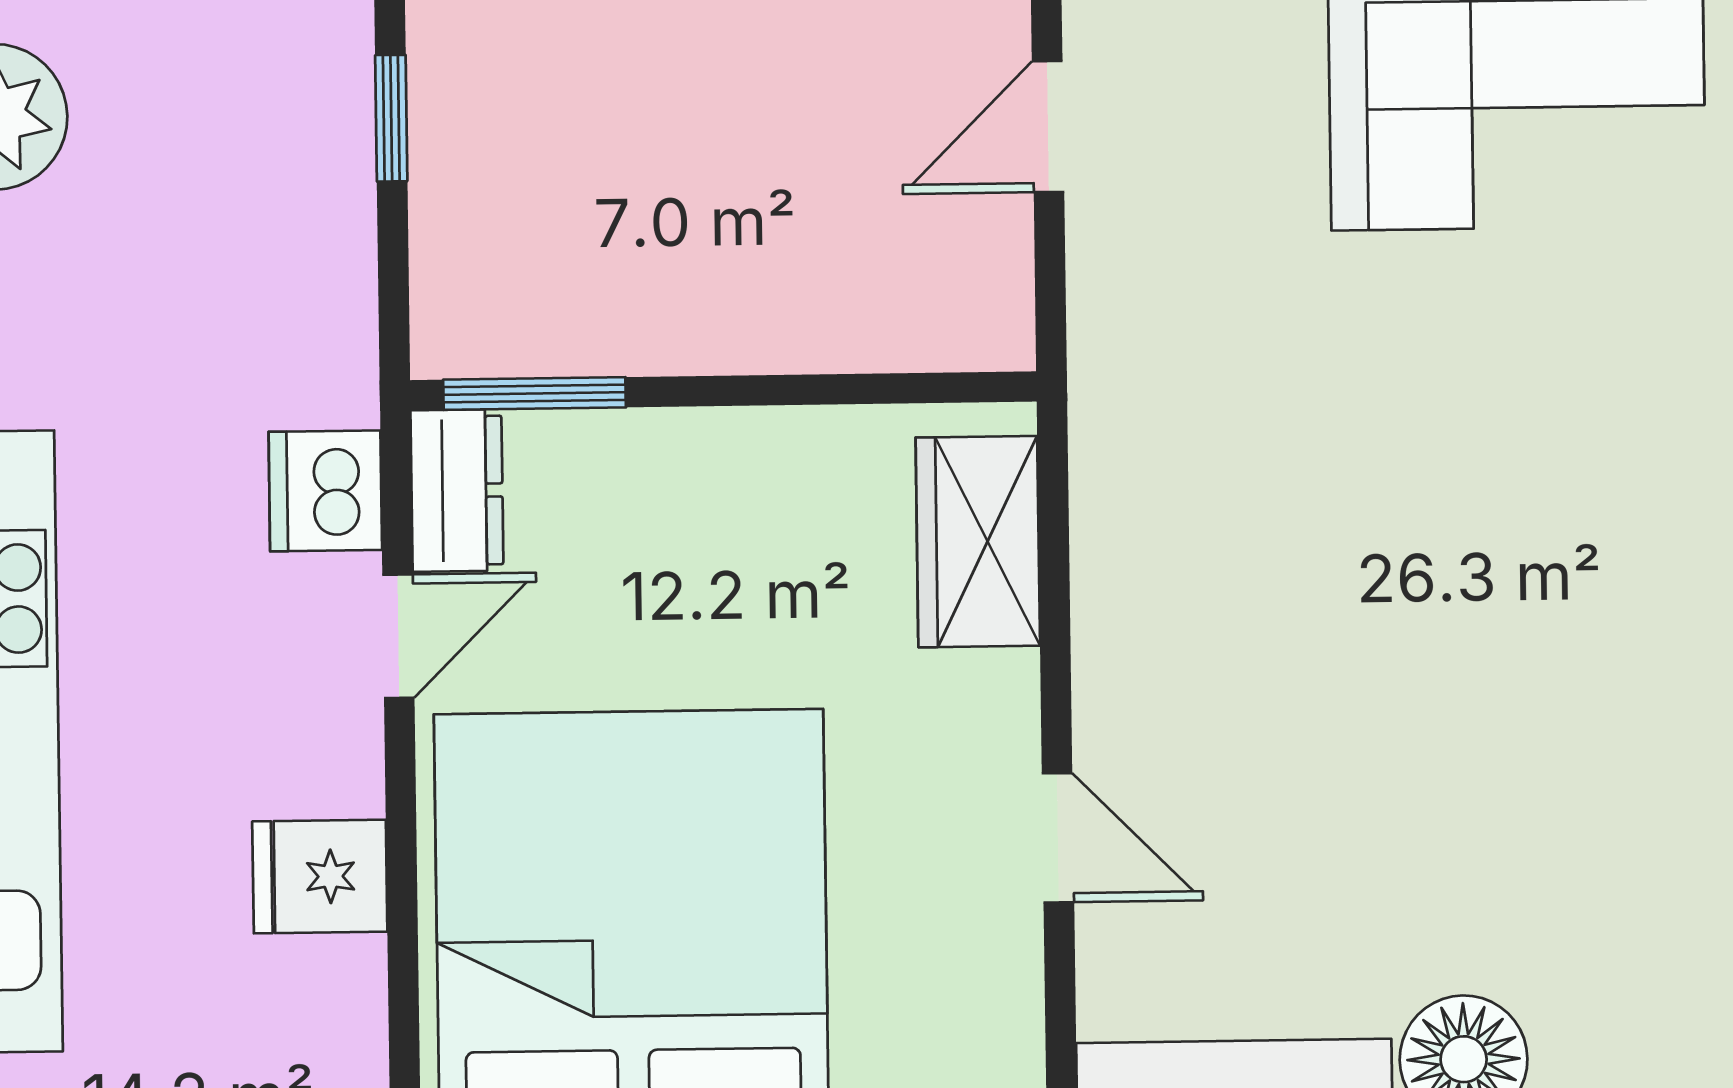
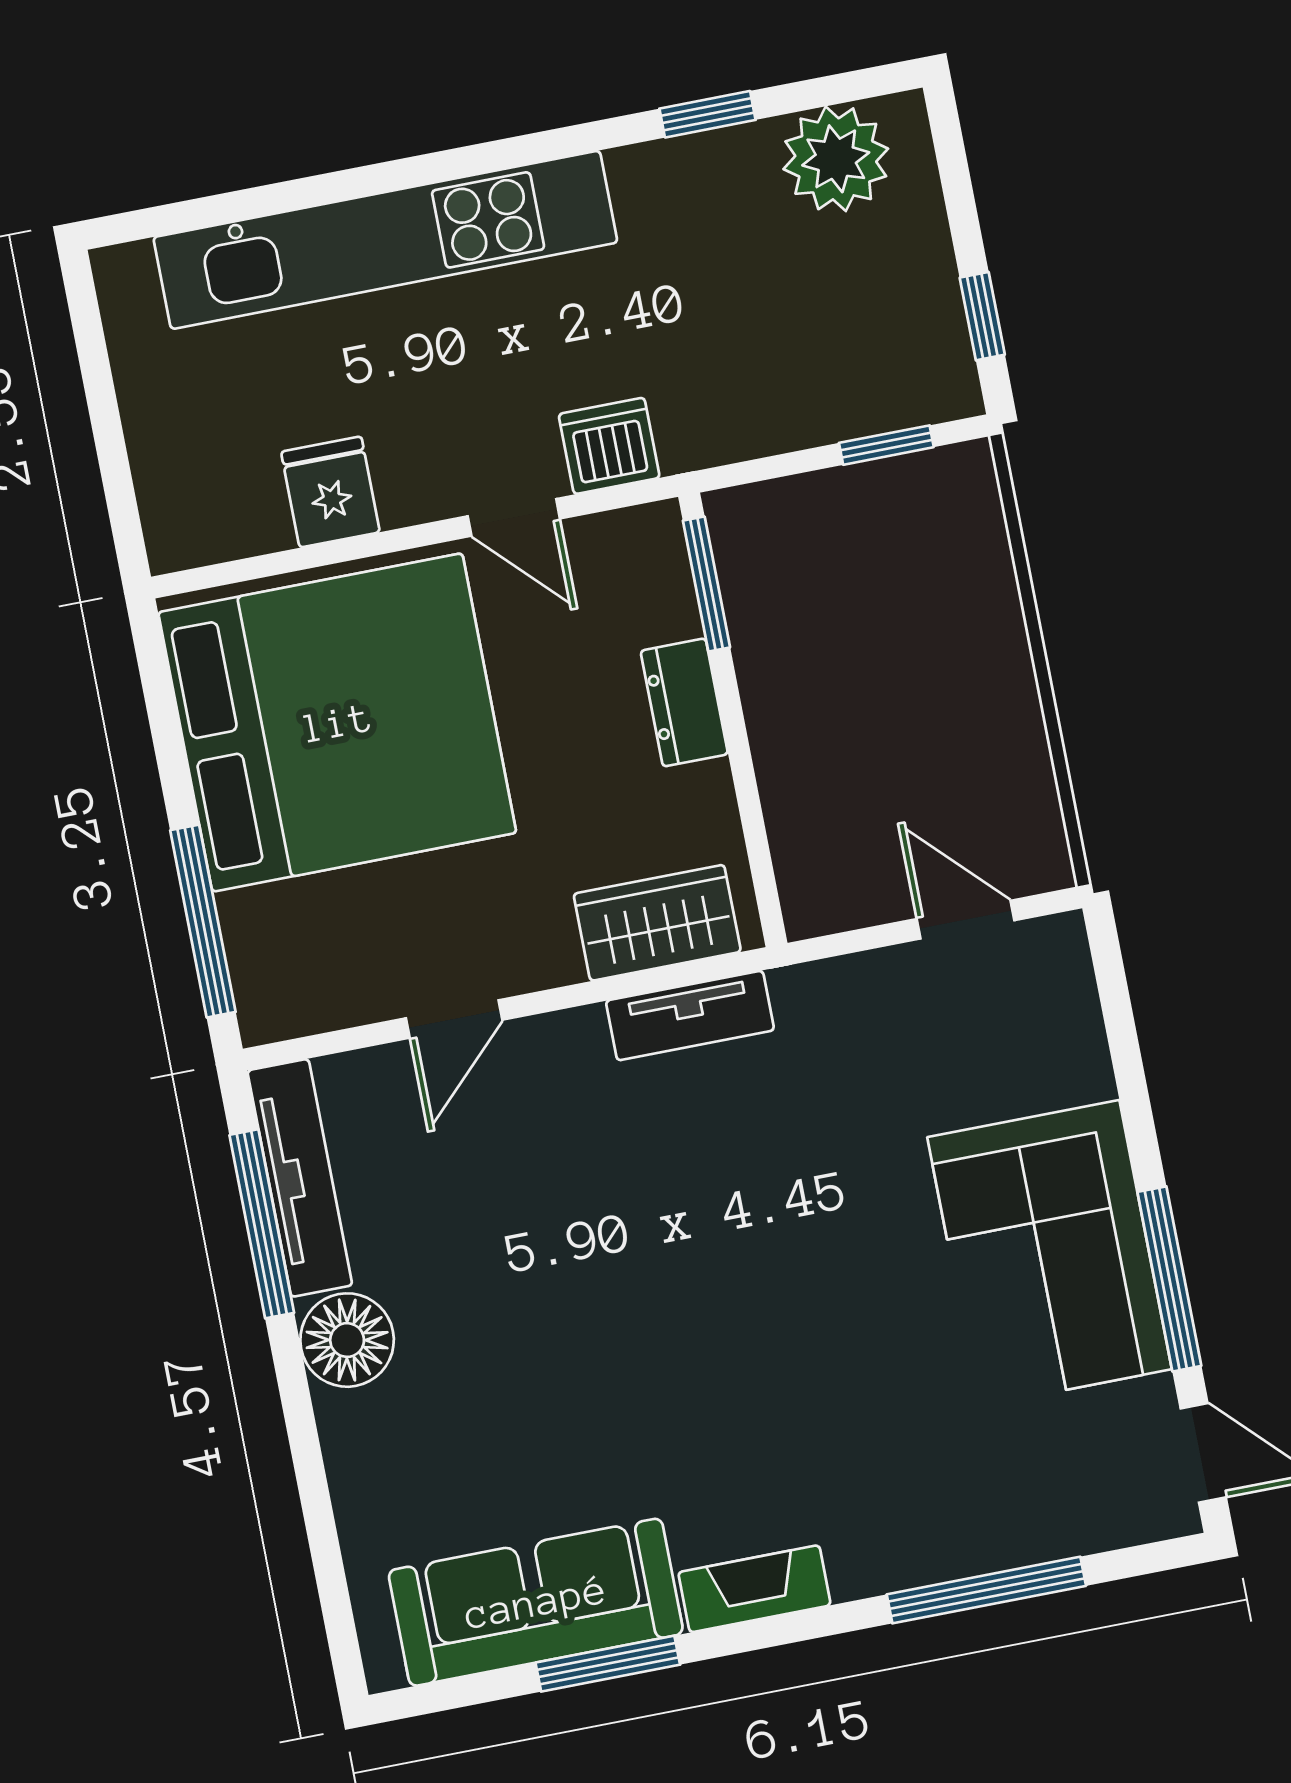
dresser: (457, 491) -> (684, 702), moved, turned 90
tv unit: (1110, 520) -> (690, 1016), added

